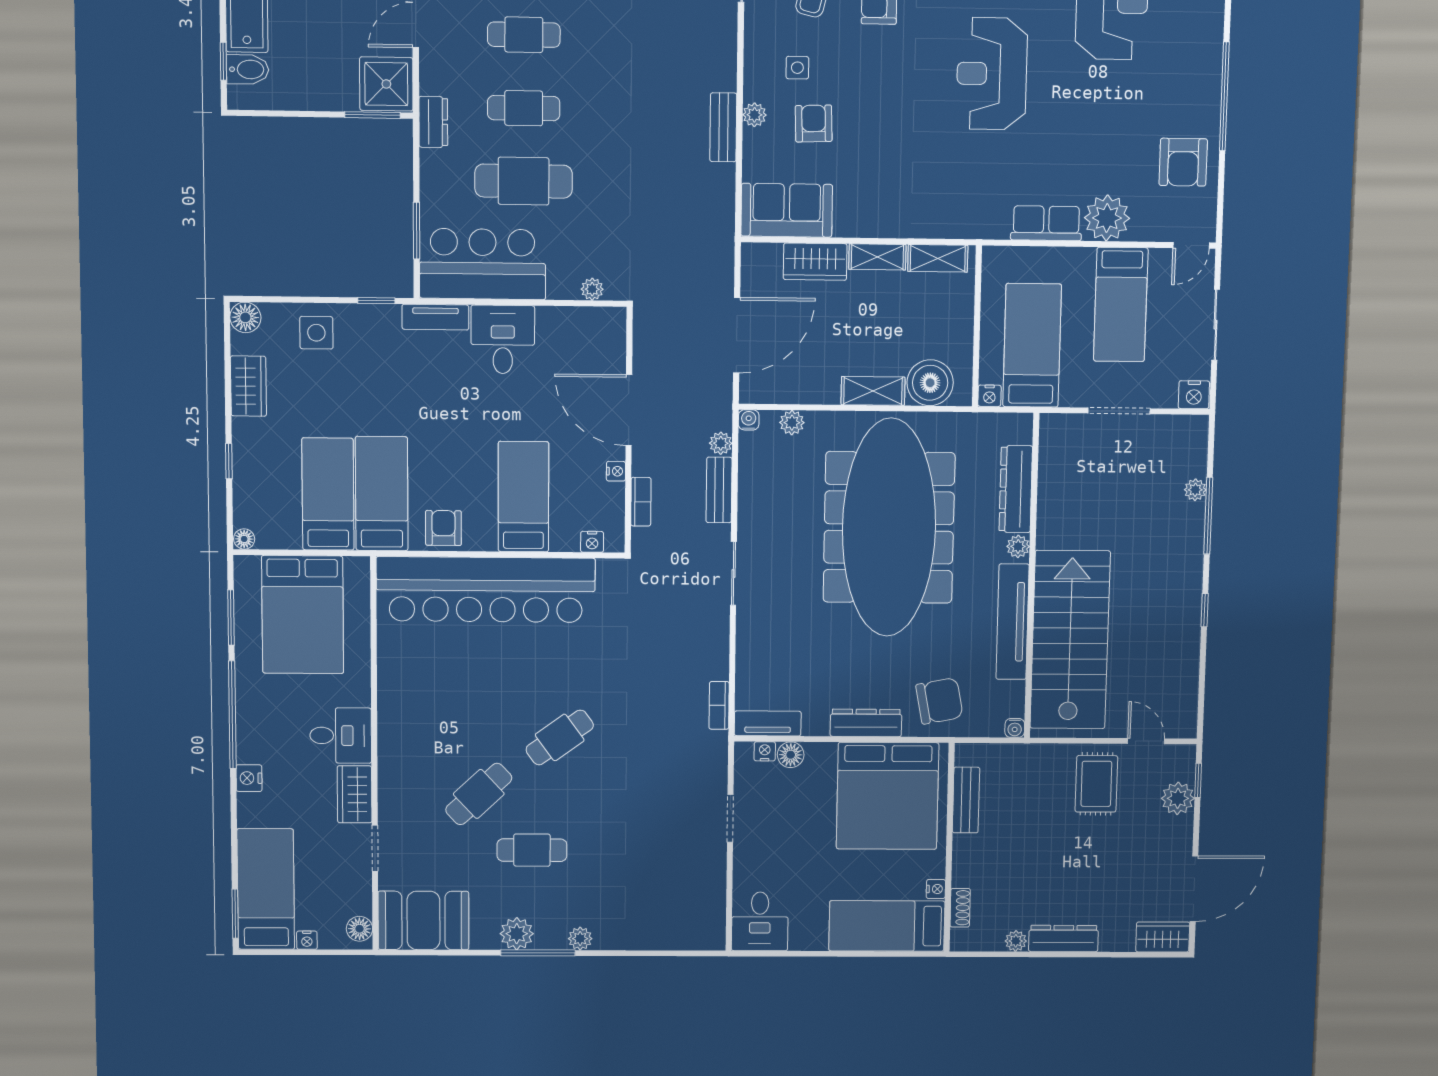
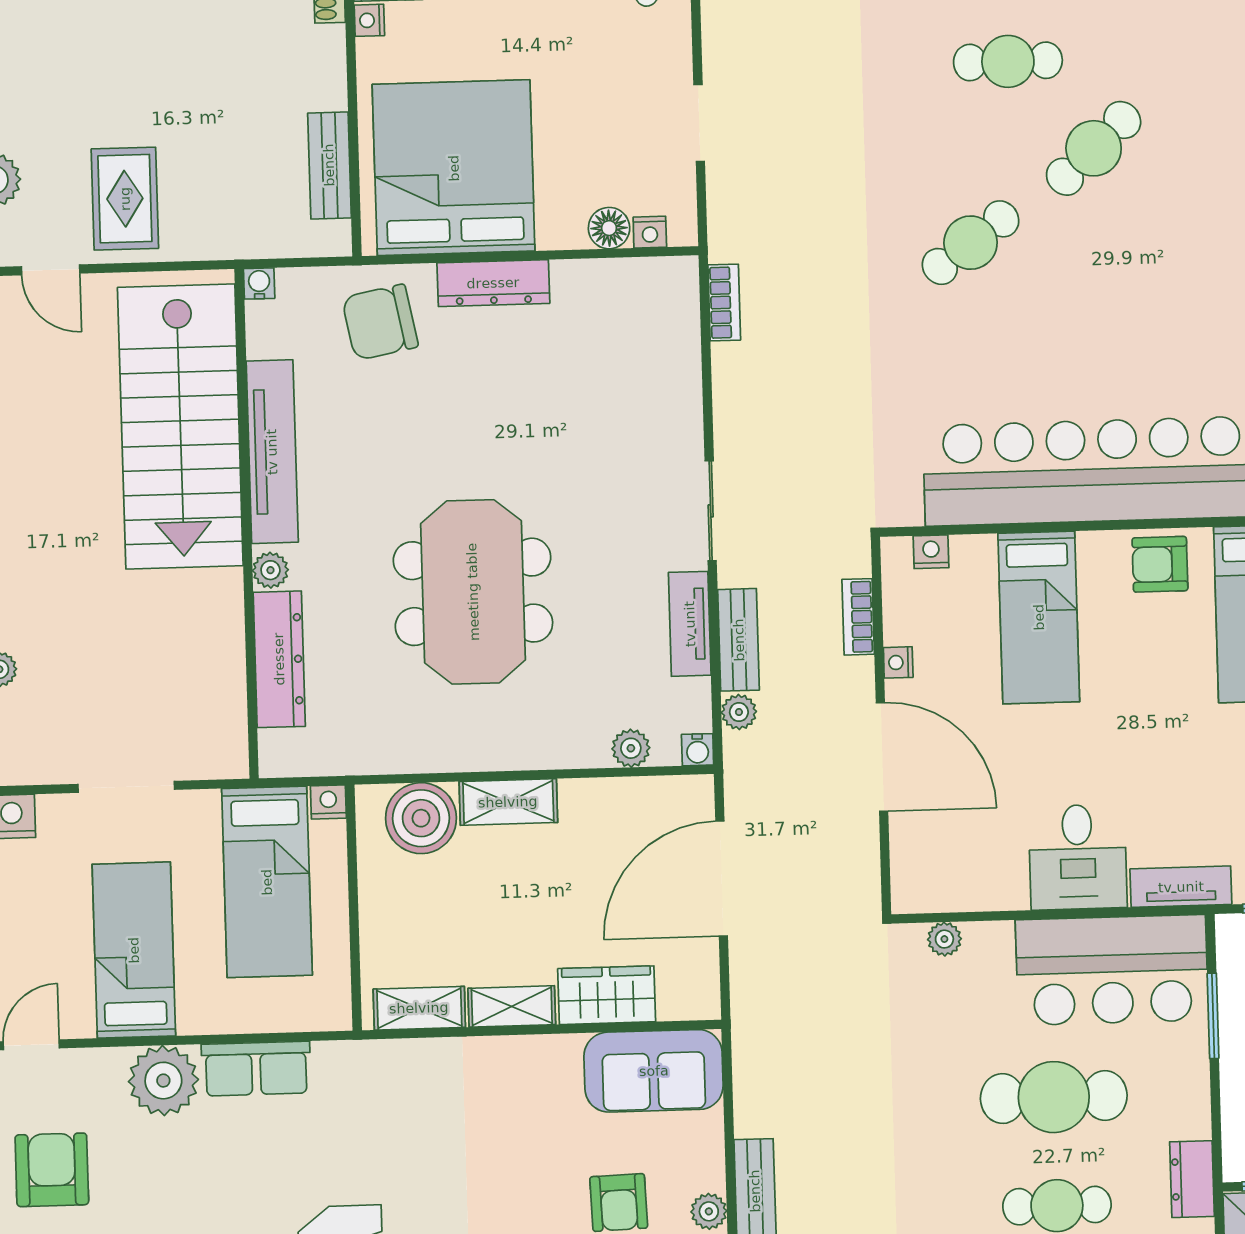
armchair: (443, 528) -> (1160, 564), turned 90
meeting table: (889, 528) -> (473, 592), width x0.54, depth x0.79
tv unit: (768, 723) -> (690, 624), moved, turned 90

